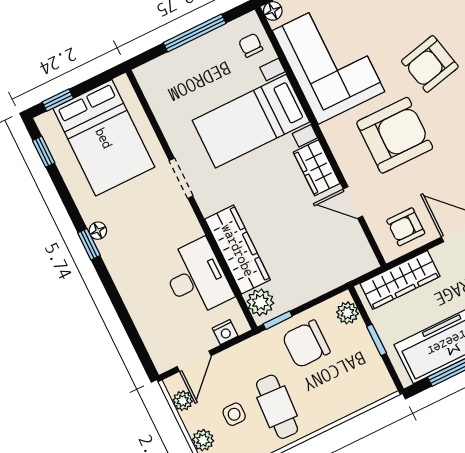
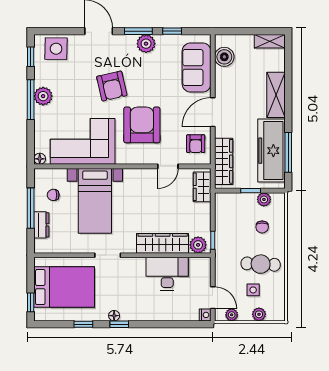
chair: (251, 45) -> (53, 195), moved
dresser: (178, 60) -> (41, 225), added
window: (44, 152) -> (83, 324), moved
wardrobe: (317, 168) -> (202, 187), moved, turned 90
plant: (347, 313) -> (264, 199), moved
nightstand: (225, 332) -> (205, 315), moved
chair: (306, 344) -> (262, 227), moved, width x0.54, depth x0.54

